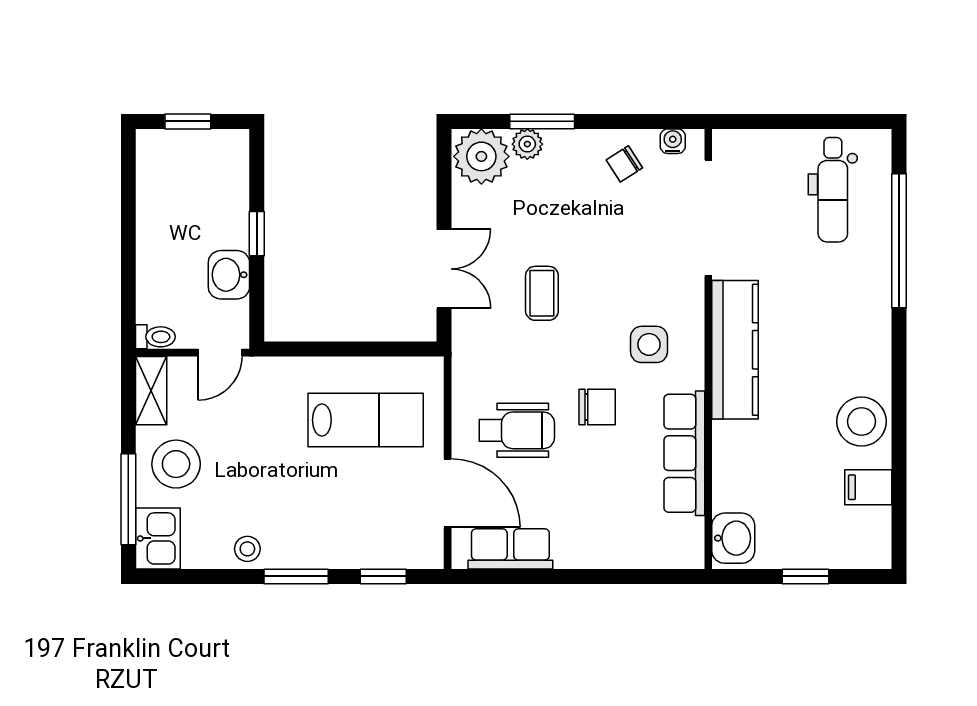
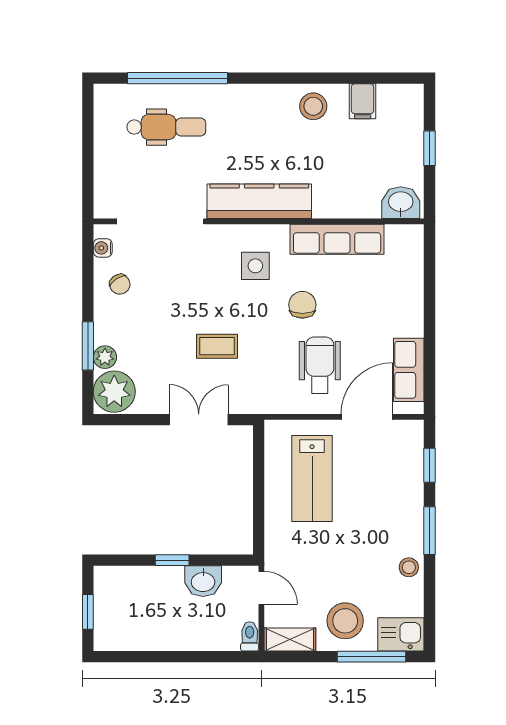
dental chair: (833, 190) -> (166, 127), moved
lab bench: (366, 420) -> (312, 479), turned 180
stool: (861, 422) -> (313, 106), width x0.73, depth x0.73

